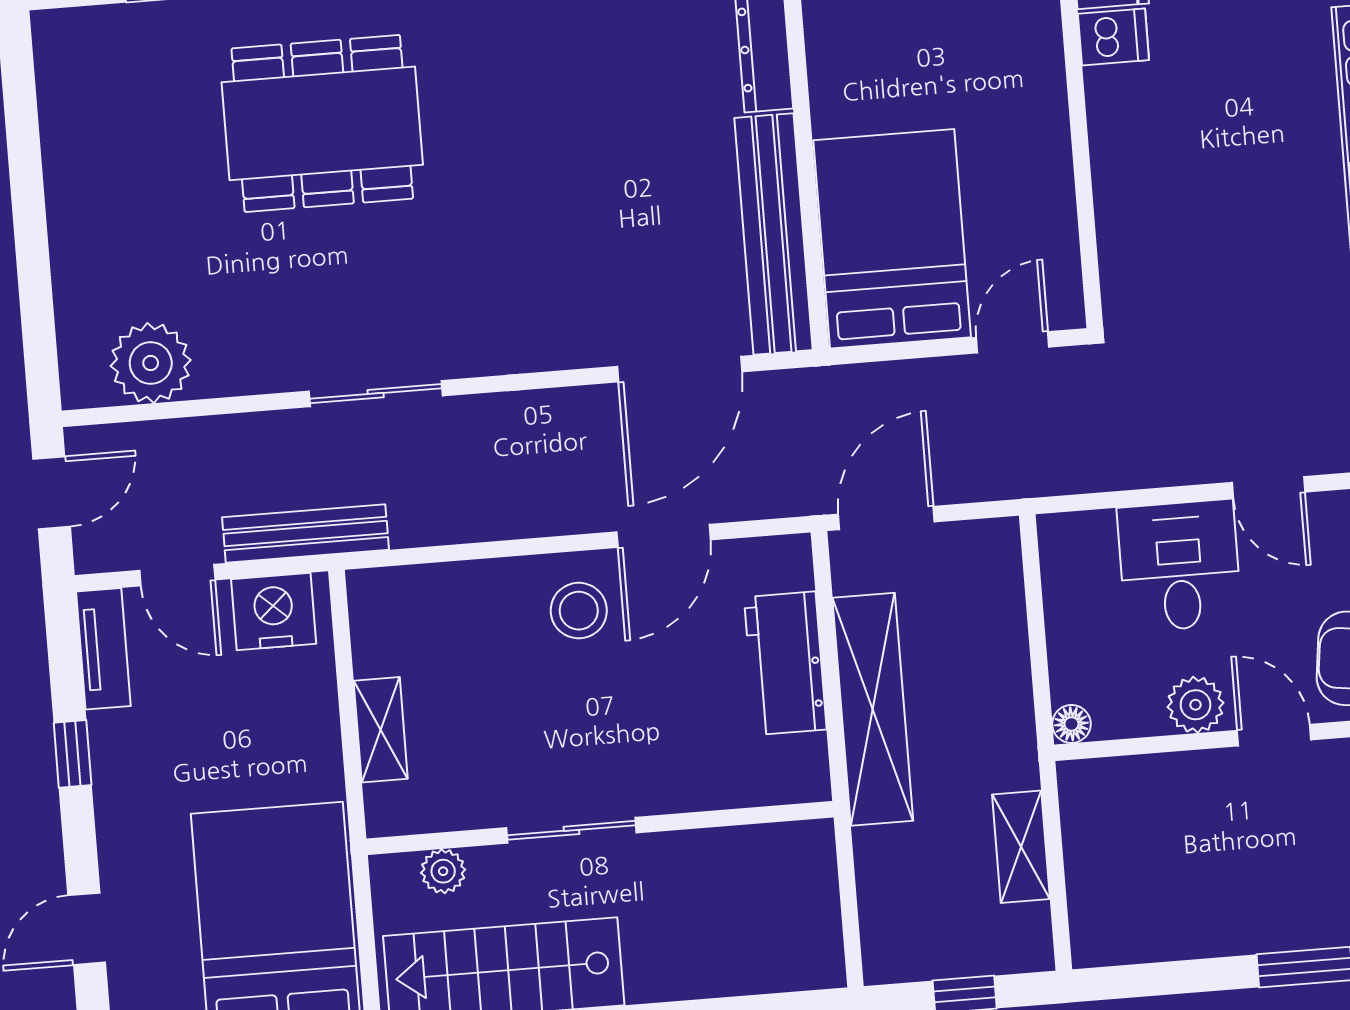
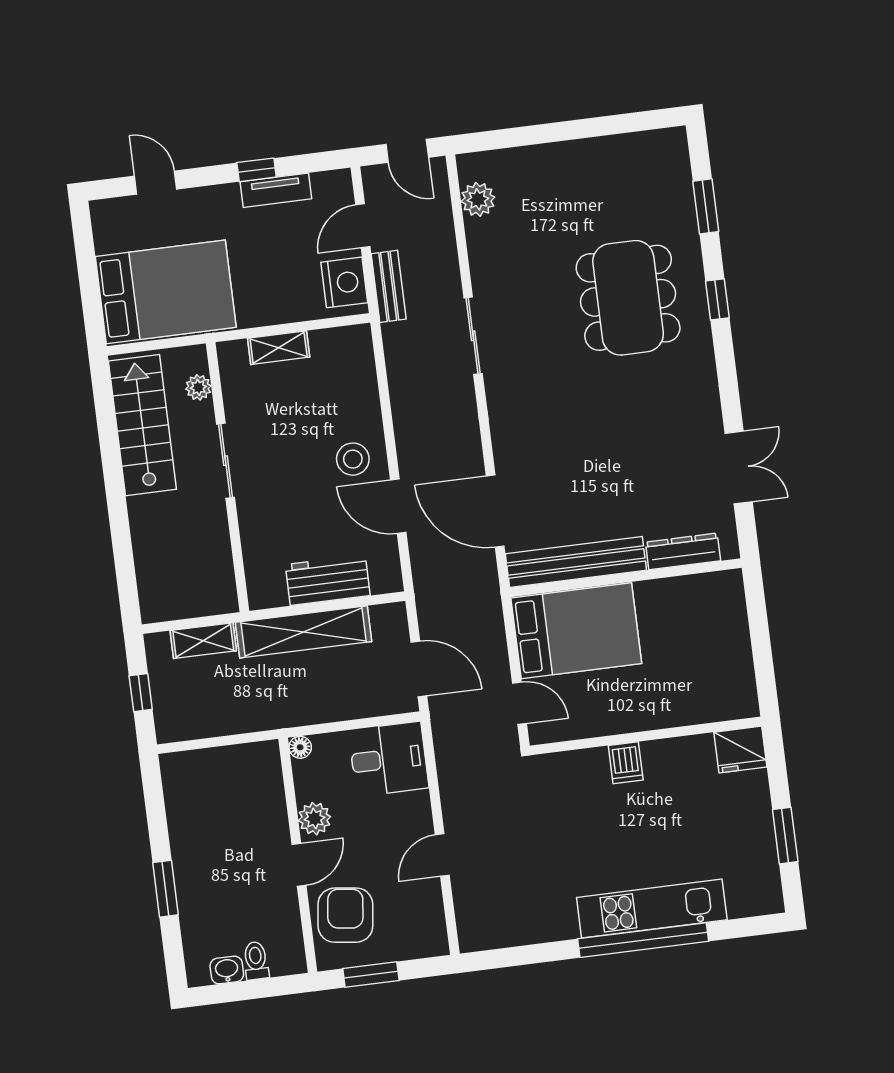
dishwasher: (1113, 37) -> (626, 763), moved
plant: (151, 363) -> (478, 199), width x0.73, depth x0.73
door: (886, 518) -> (419, 669), moved
bench: (306, 534) -> (389, 286), width x0.73
desk: (1179, 566) -> (389, 759), moved
tv unit: (103, 649) -> (276, 190), moved
shelving: (1021, 847) -> (203, 641), moved

